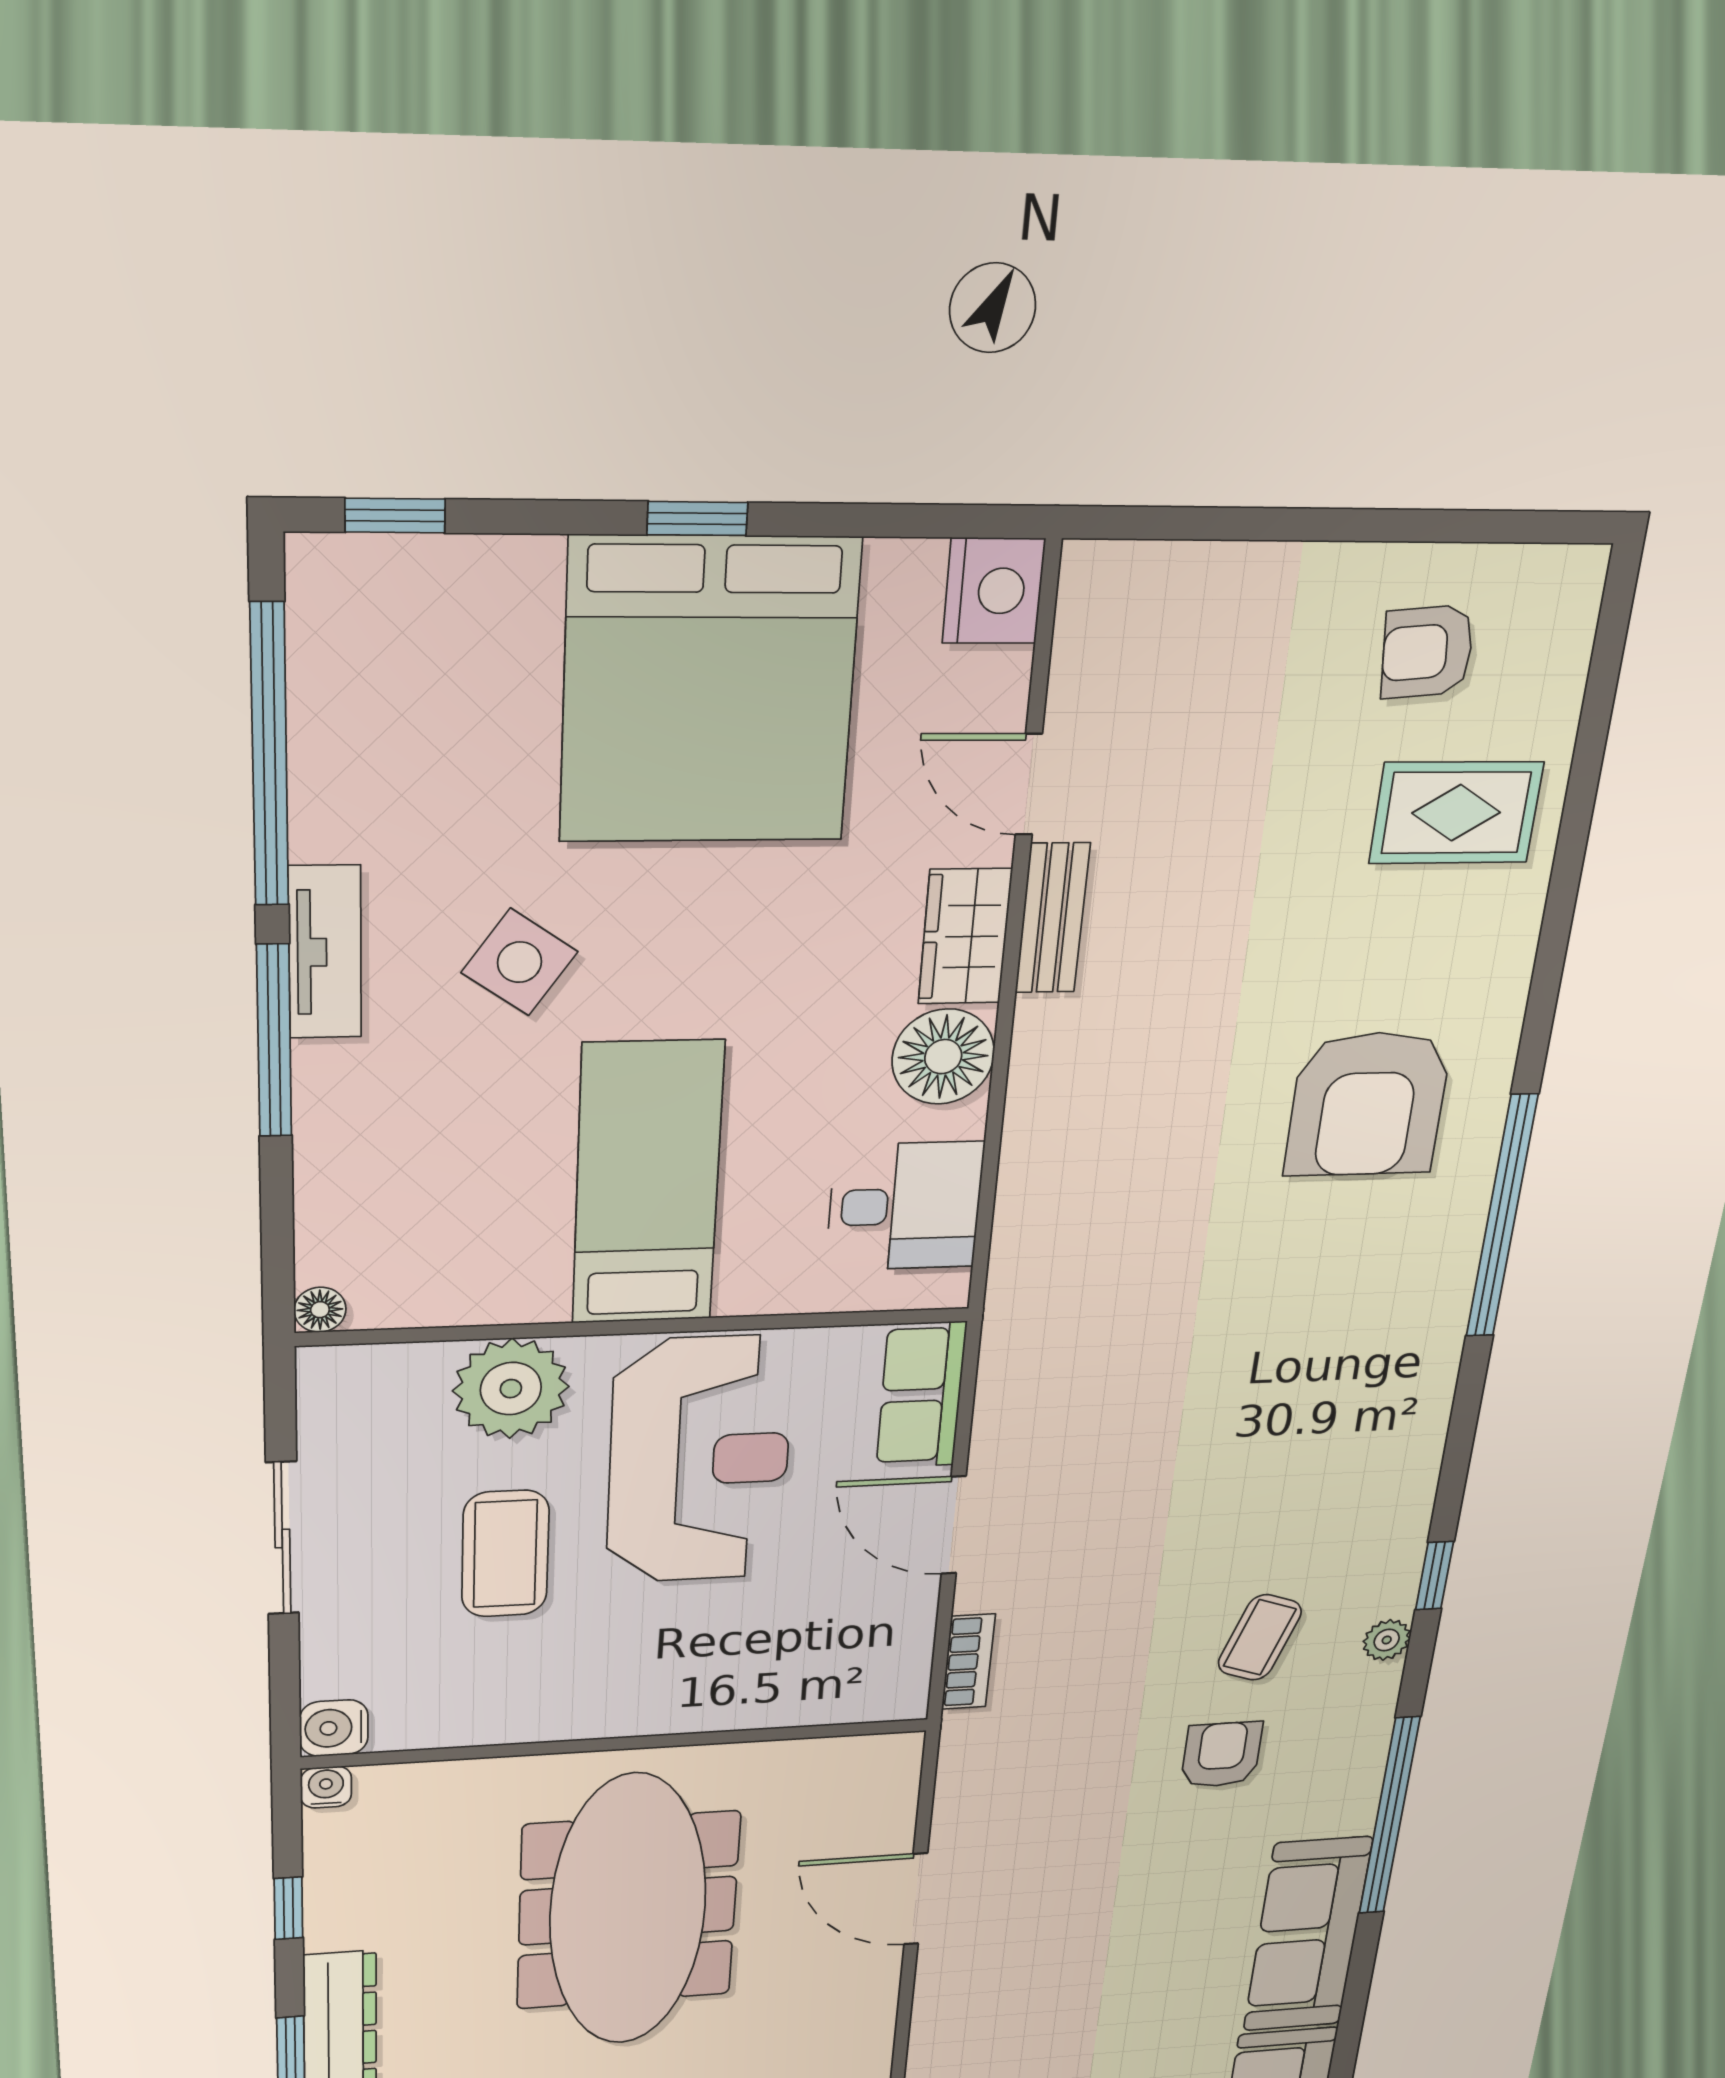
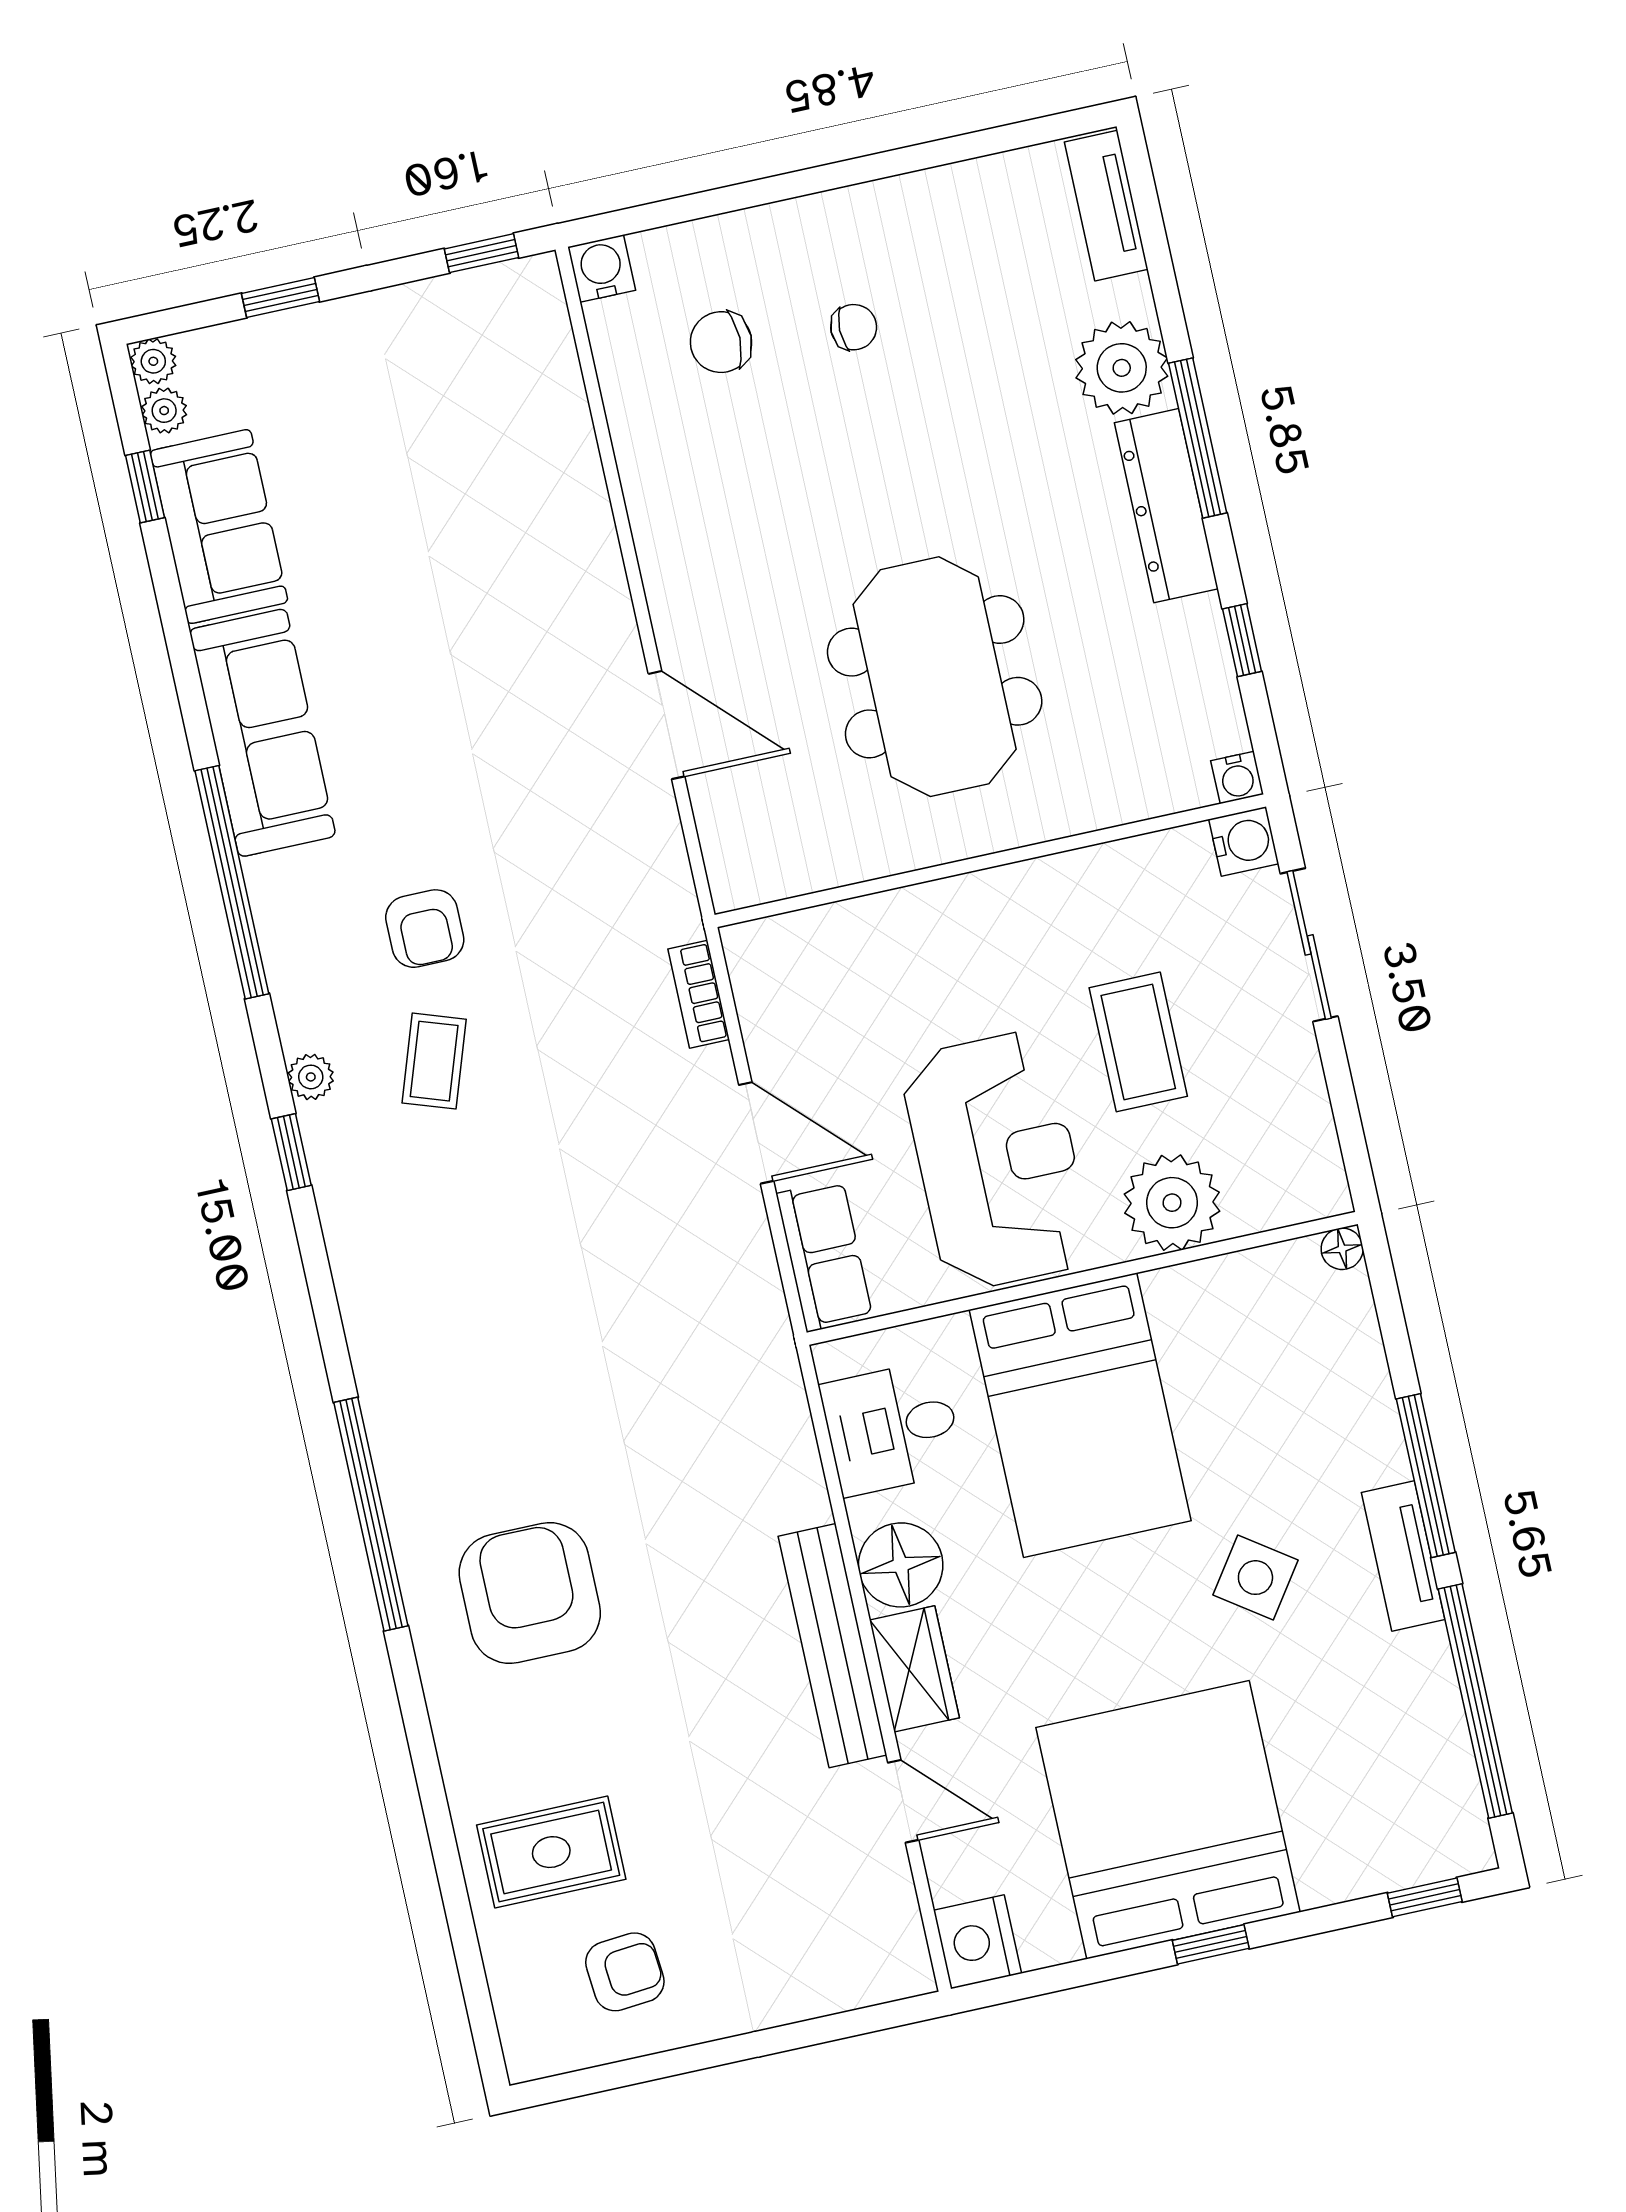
bench: (1052, 918) -> (832, 1646), width x1.86, depth x1.21
bed: (647, 1184) -> (1080, 1415), width x1.50
reception desk: (699, 1460) -> (997, 1161), turned 180
sliding door: (282, 1539) -> (1309, 945), moved
meeting table: (628, 1911) -> (935, 677), width x0.73

